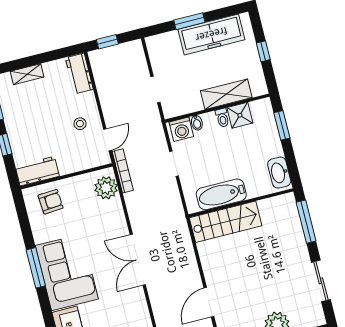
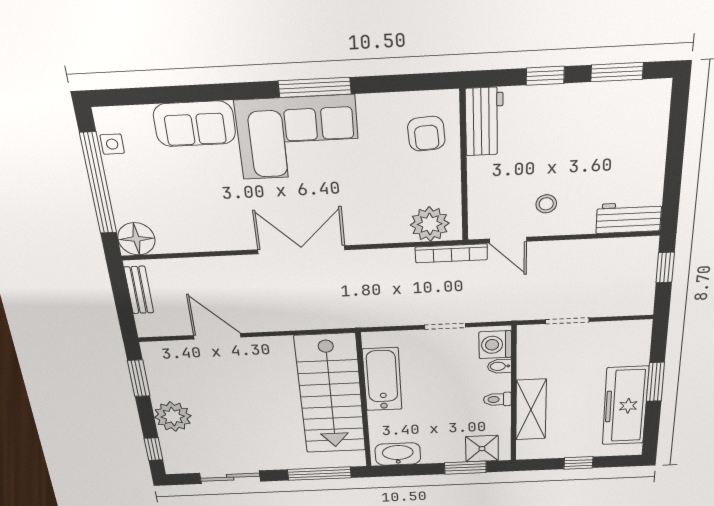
shelving: (27, 74) -> (655, 136), removed
shower: (240, 115) -> (482, 449), moved
stairs: (226, 222) -> (331, 394), width x1.36, depth x1.51

